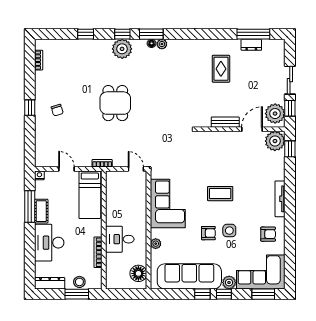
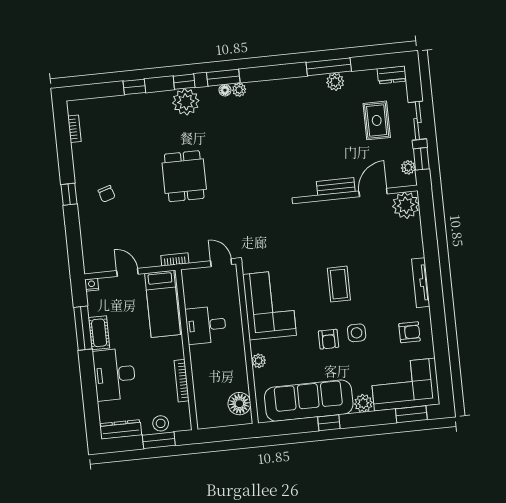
window: (253, 34) -> (329, 67), moved
dresser: (251, 45) -> (392, 75), moved
plant: (233, 46) -> (335, 82), added
rug: (221, 69) -> (377, 120), moved
plant: (275, 114) -> (408, 167), width x0.53, depth x0.53
window: (290, 149) -> (427, 214), removed
coffee table: (220, 194) -> (339, 284), turned 90
armchair: (208, 233) -> (329, 339), turned 90
desk: (120, 239) -> (206, 325), moved
window: (224, 294) -> (358, 420), removed

